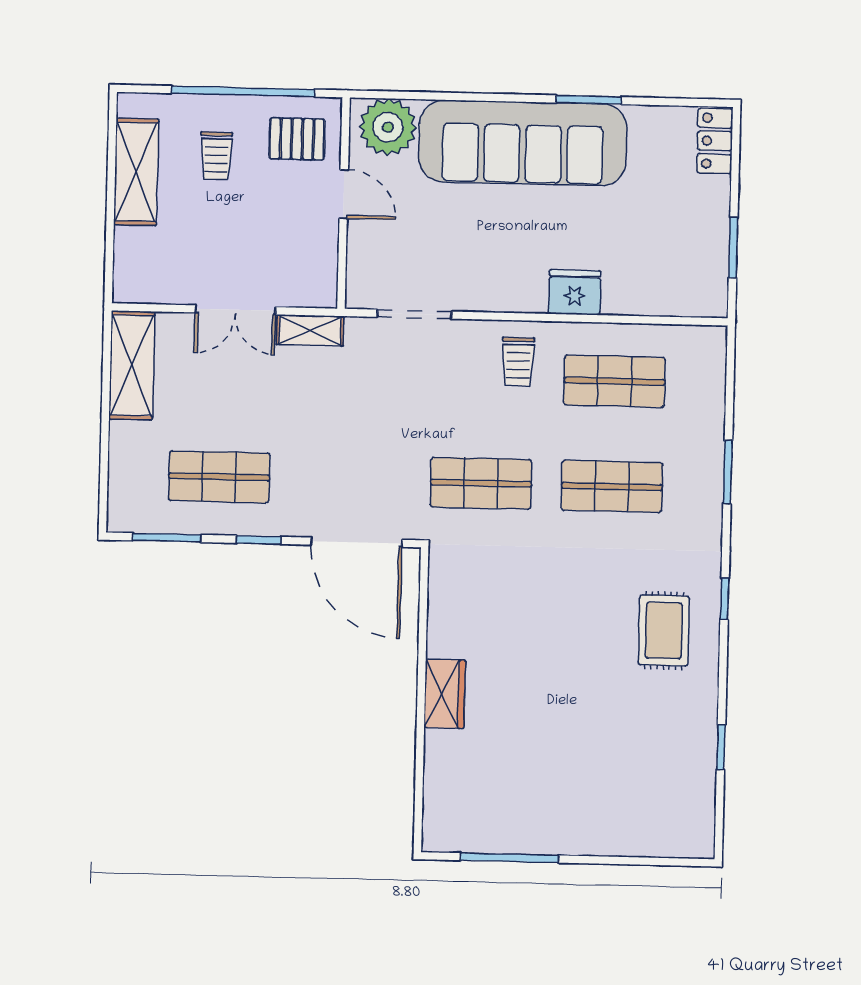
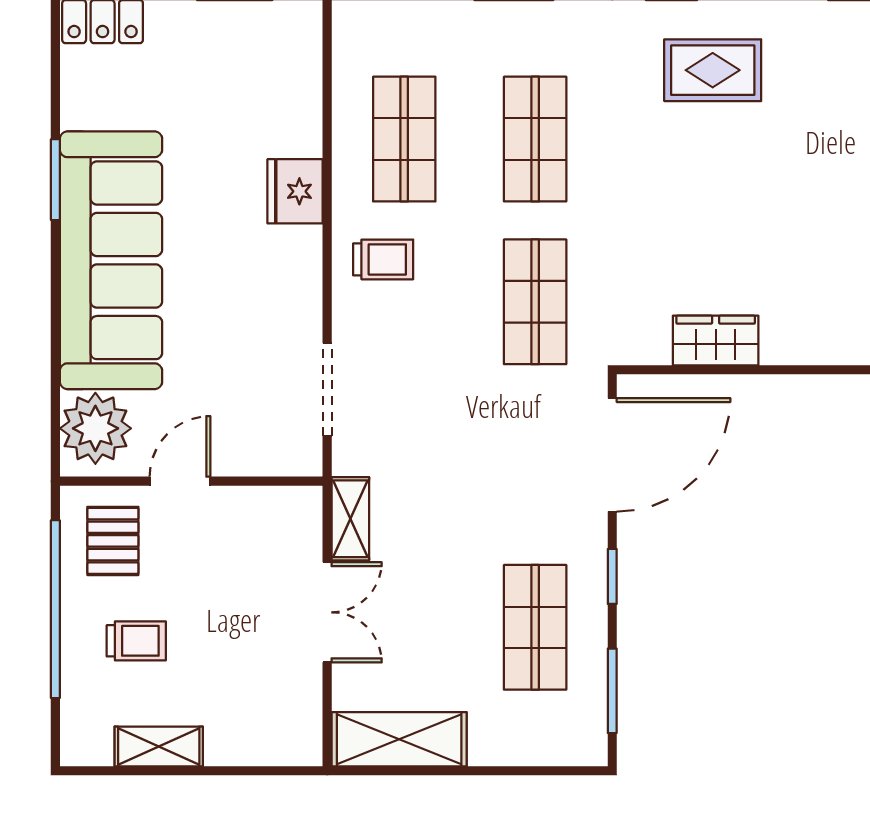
shelving: (136, 172) -> (159, 746), width x0.67, depth x0.75
wardrobe: (445, 694) -> (716, 341), moved

